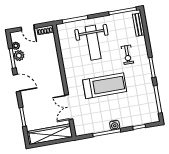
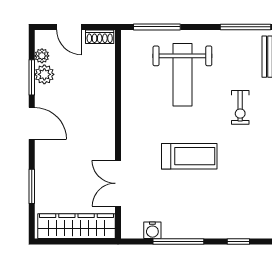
treadmill: (105, 86) -> (189, 156), width x0.73, depth x0.73
water cooler: (115, 125) -> (152, 230), moved

